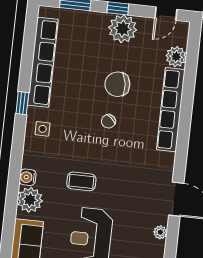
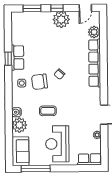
row of seats: (43, 62) -> (17, 58), width x0.50
chair: (117, 84) -> (40, 82), moved
window: (22, 103) -> (8, 59), moved

